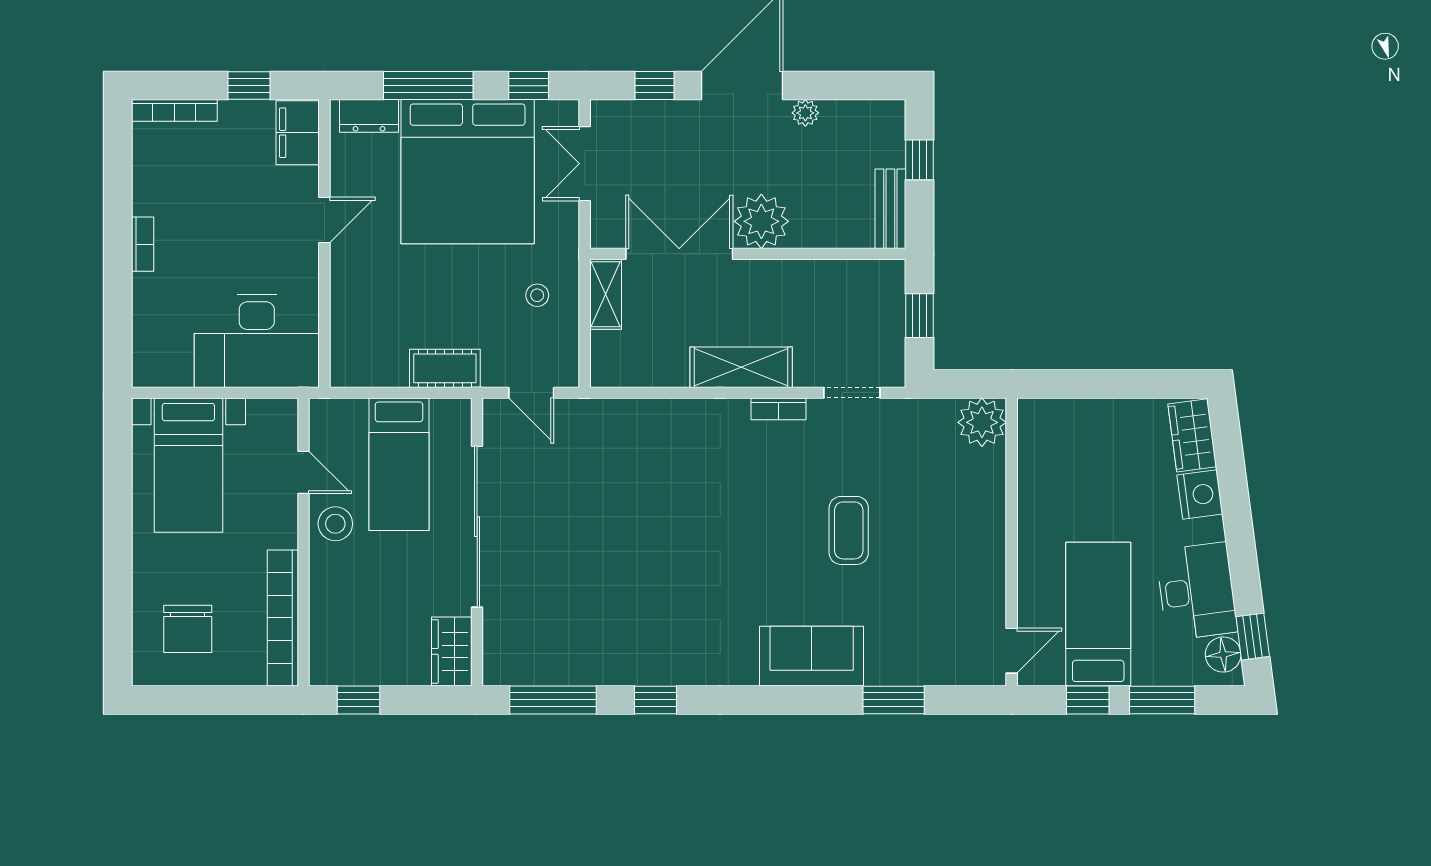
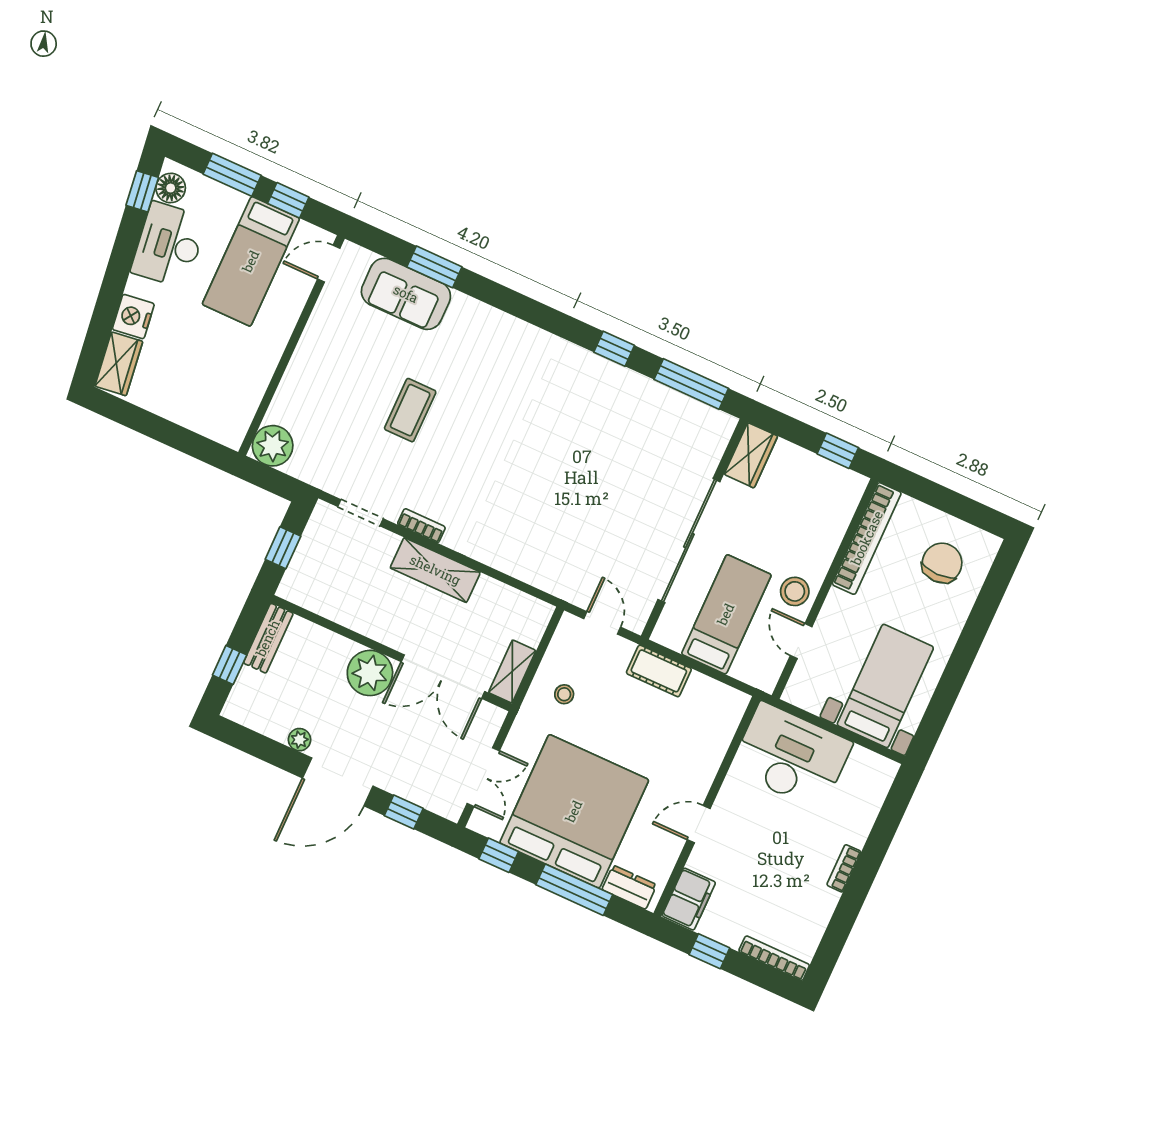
sofa: (812, 656) -> (406, 294), moved

